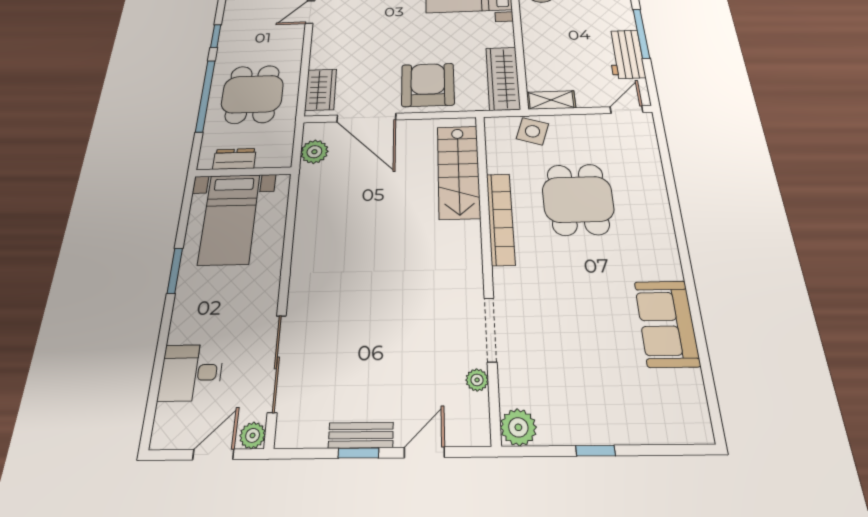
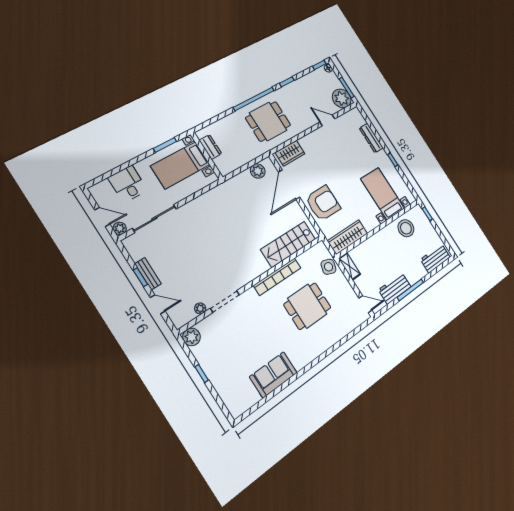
dresser: (234, 159) -> (210, 147), moved
wall: (243, 172) -> (207, 156), moved
bed with nightstands: (229, 219) -> (181, 165), moved

